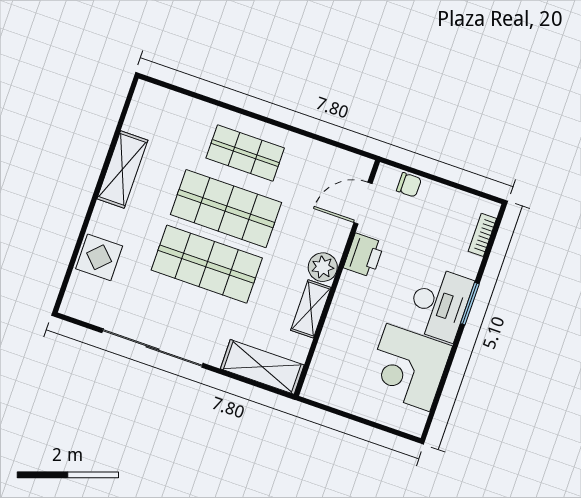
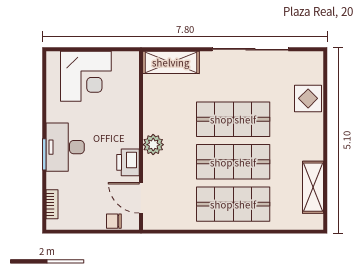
shop shelf: (245, 153) -> (233, 204), width x1.43, depth x1.36
shelving: (122, 169) -> (313, 187), moved
door: (363, 203) -> (141, 198), swing flipped
shelving: (311, 309) -> (152, 113), removed
corner desk: (408, 367) -> (86, 76), moved, turned 90

